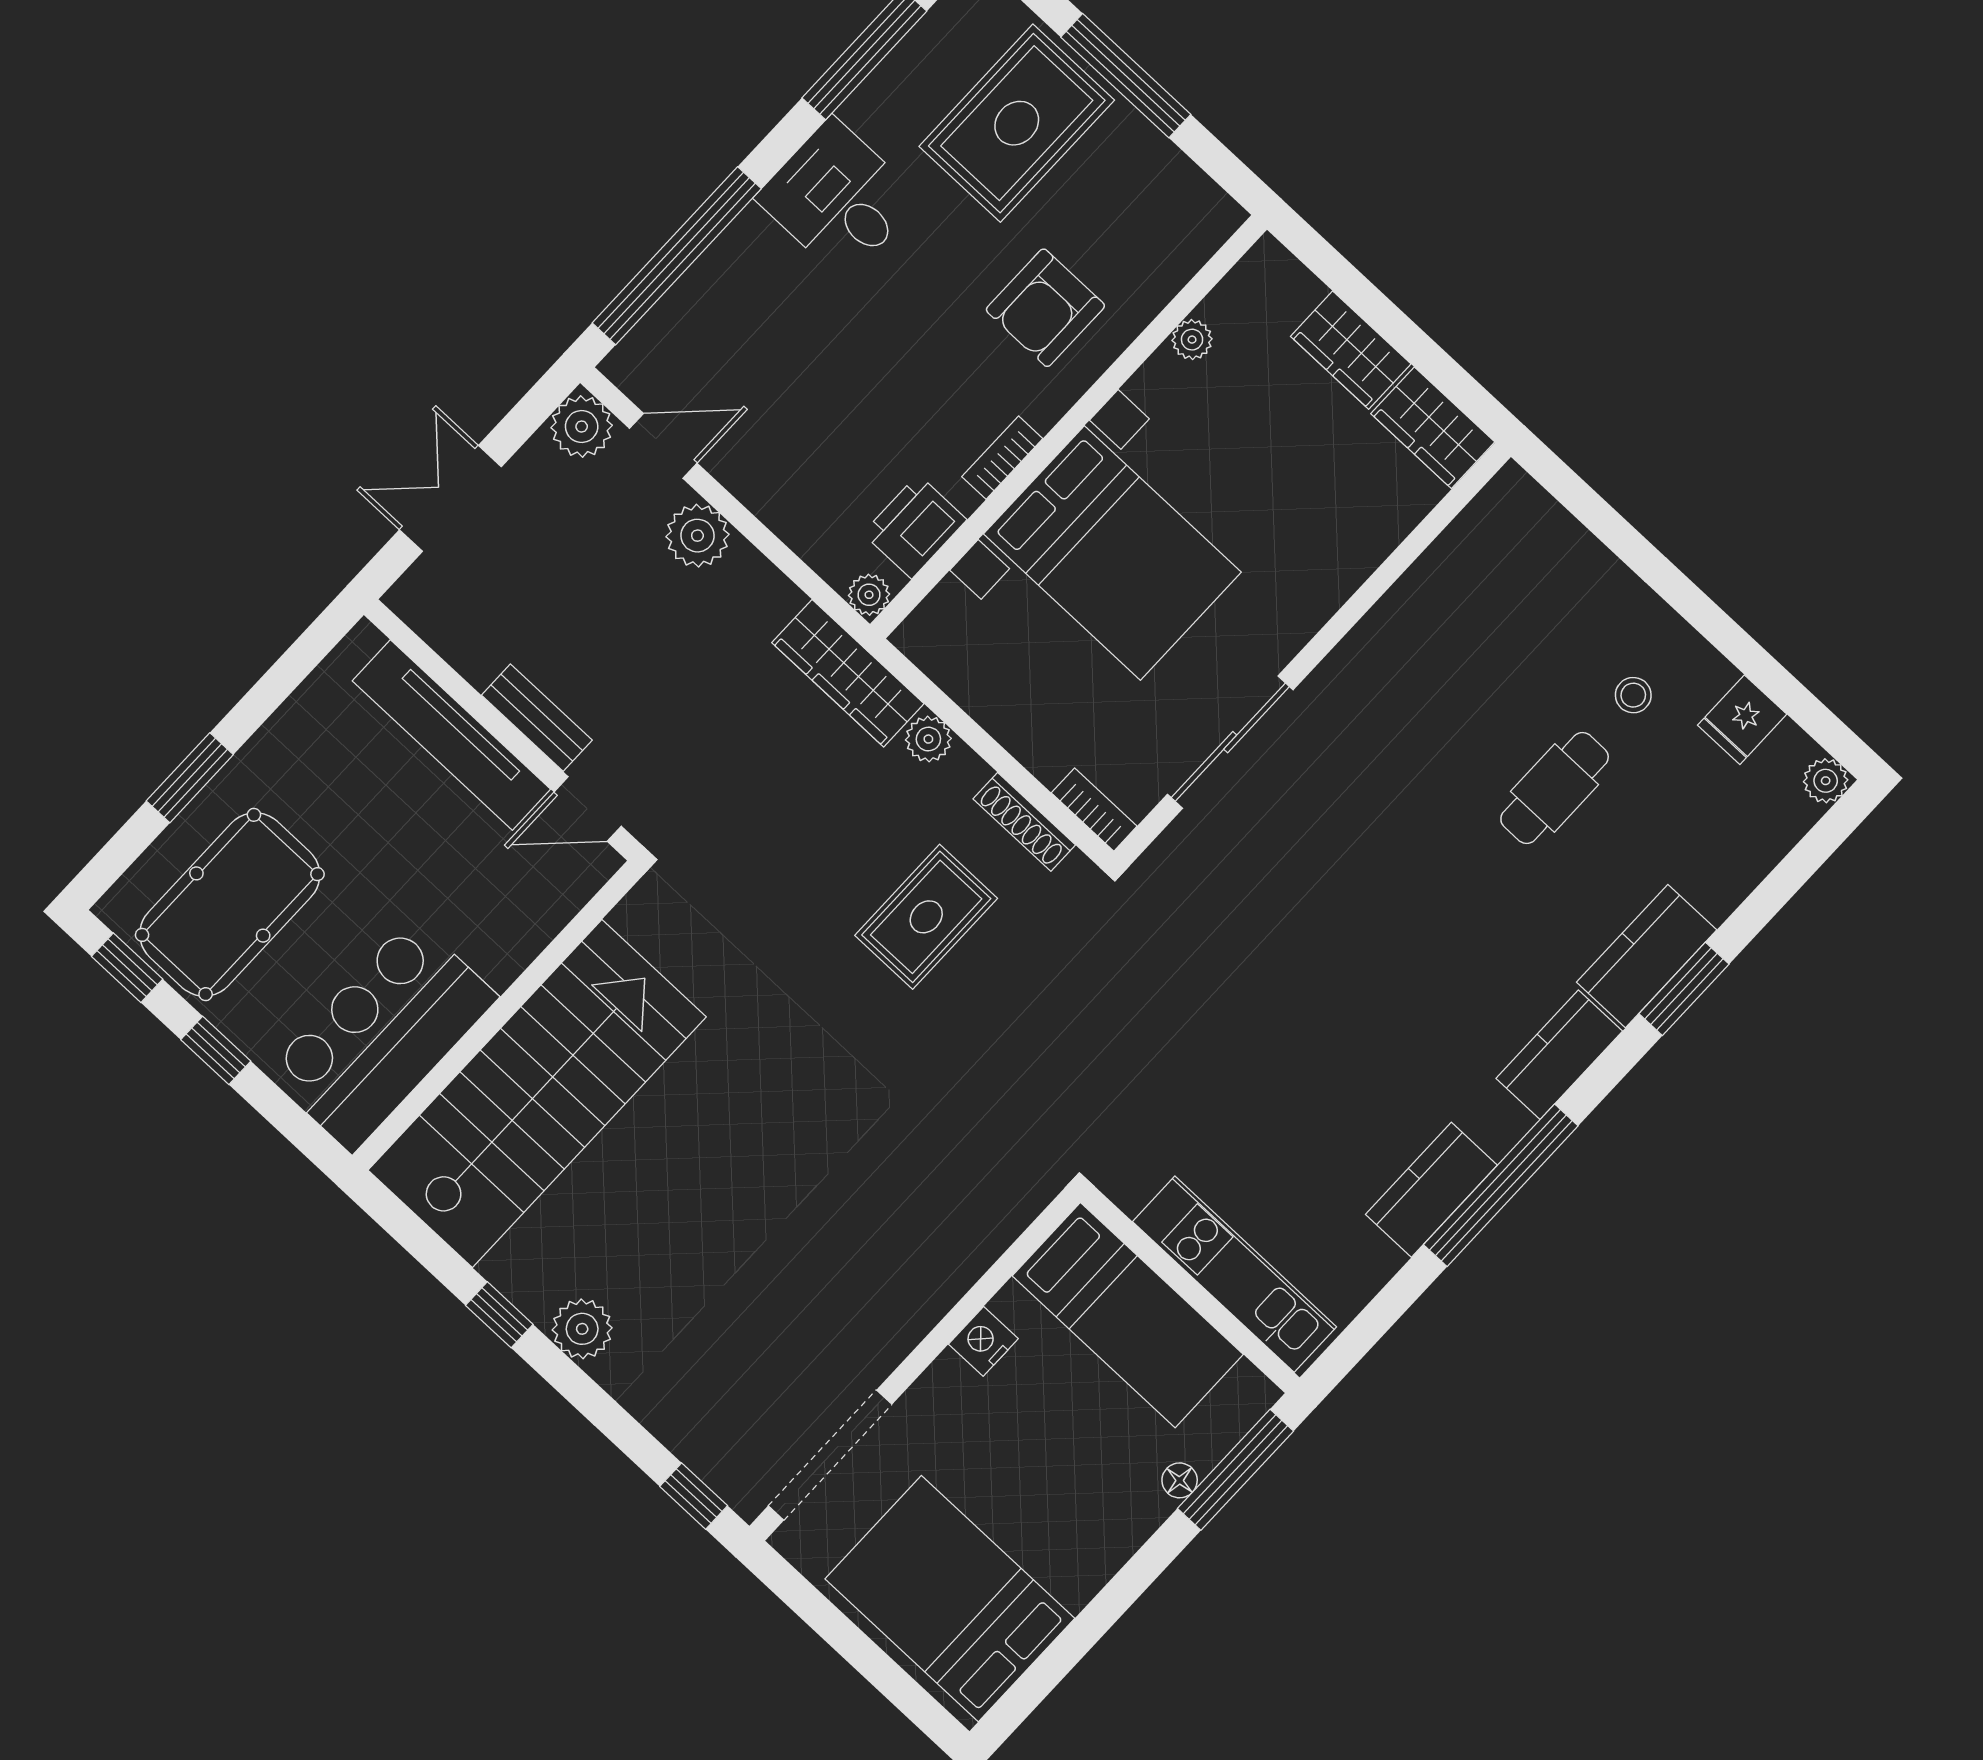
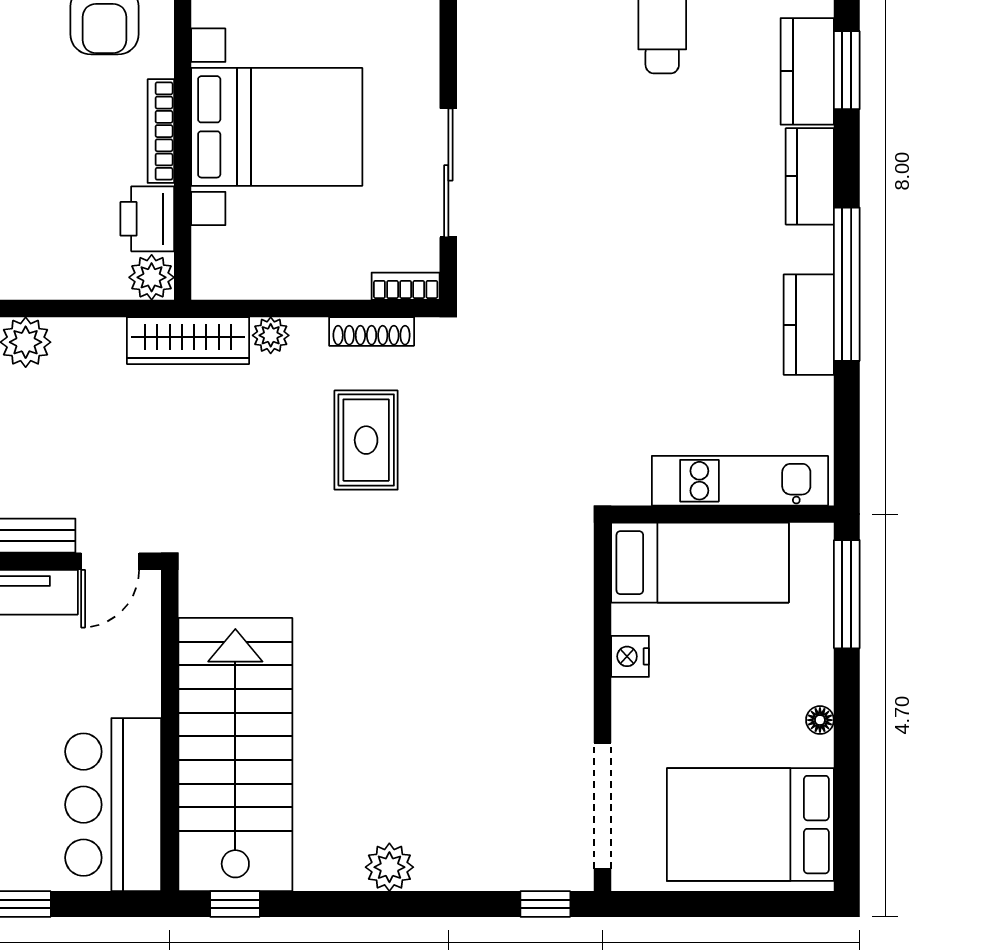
bookcase: (1002, 458) -> (161, 131), width x1.56
plant: (869, 595) -> (152, 277), width x1.38, depth x1.38
window: (499, 1315) -> (235, 904), moved
floor lamp: (1180, 1480) -> (820, 720), moved

